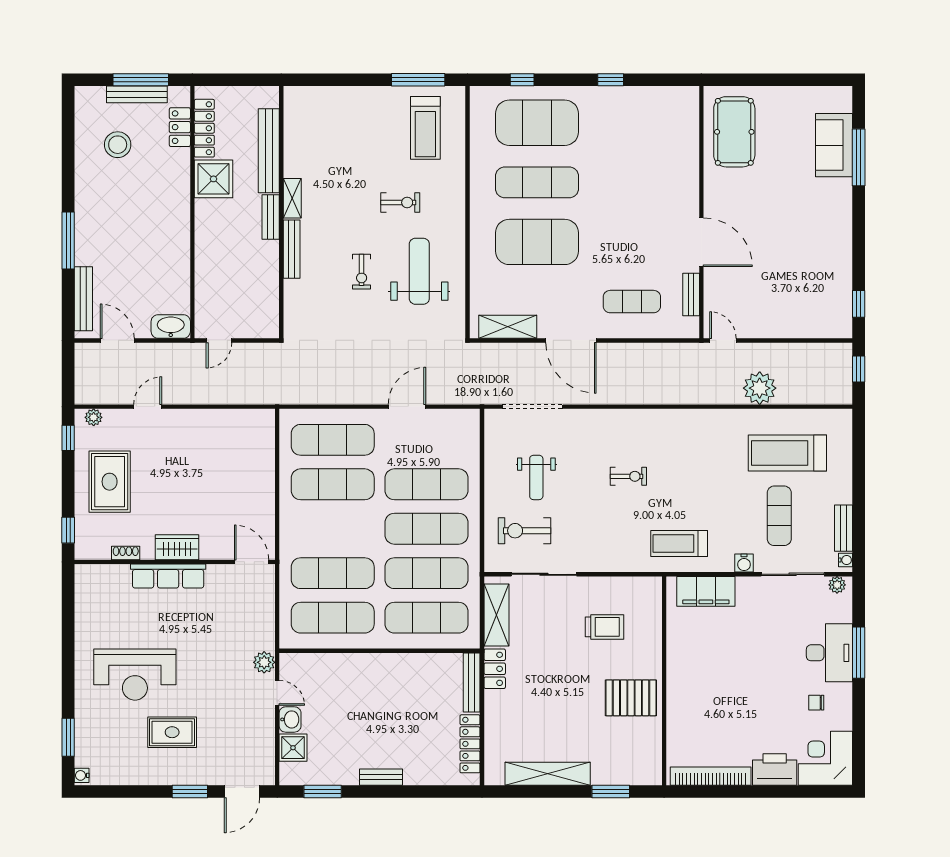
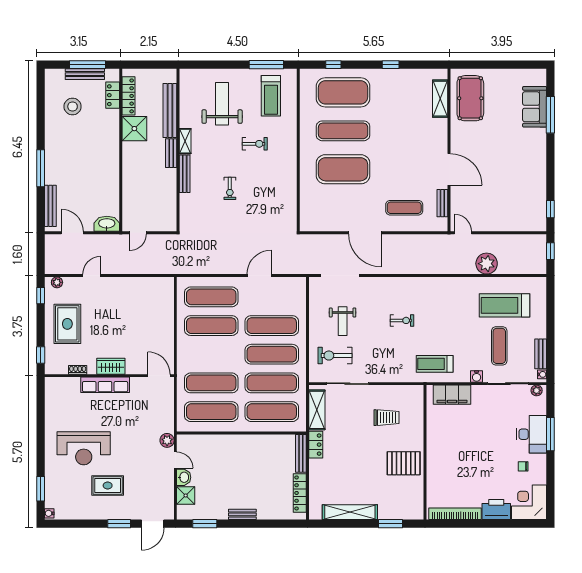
weight bench: (419, 271) -> (222, 104), moved
shelving: (508, 327) -> (440, 99), moved, turned 90

